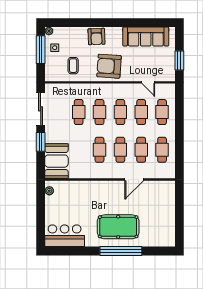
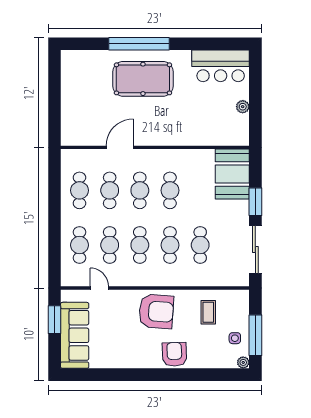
sofa: (146, 37) -> (75, 335), moved, turned 90
plant: (49, 191) -> (243, 107), moved

